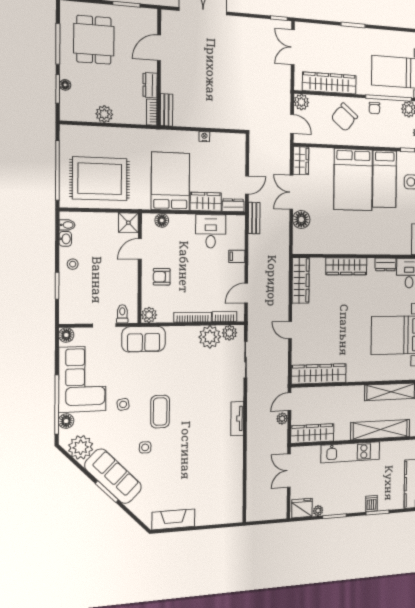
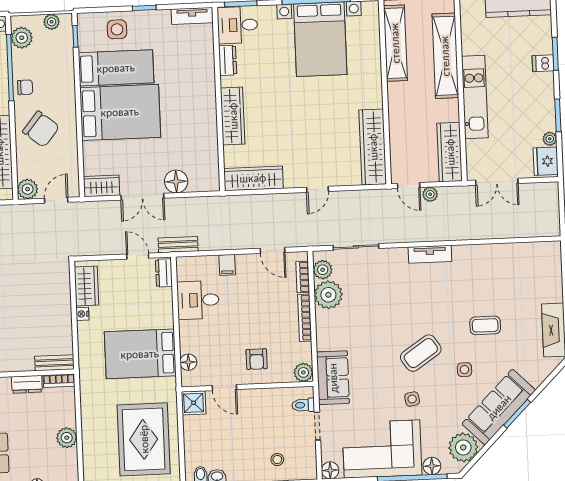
wardrobe: (206, 202) -> (86, 286), moved, turned 180
stool: (73, 264) -> (277, 460), moved
coffee table: (160, 412) -> (421, 353), turned -34
coffee table: (180, 464) -> (485, 325), added

